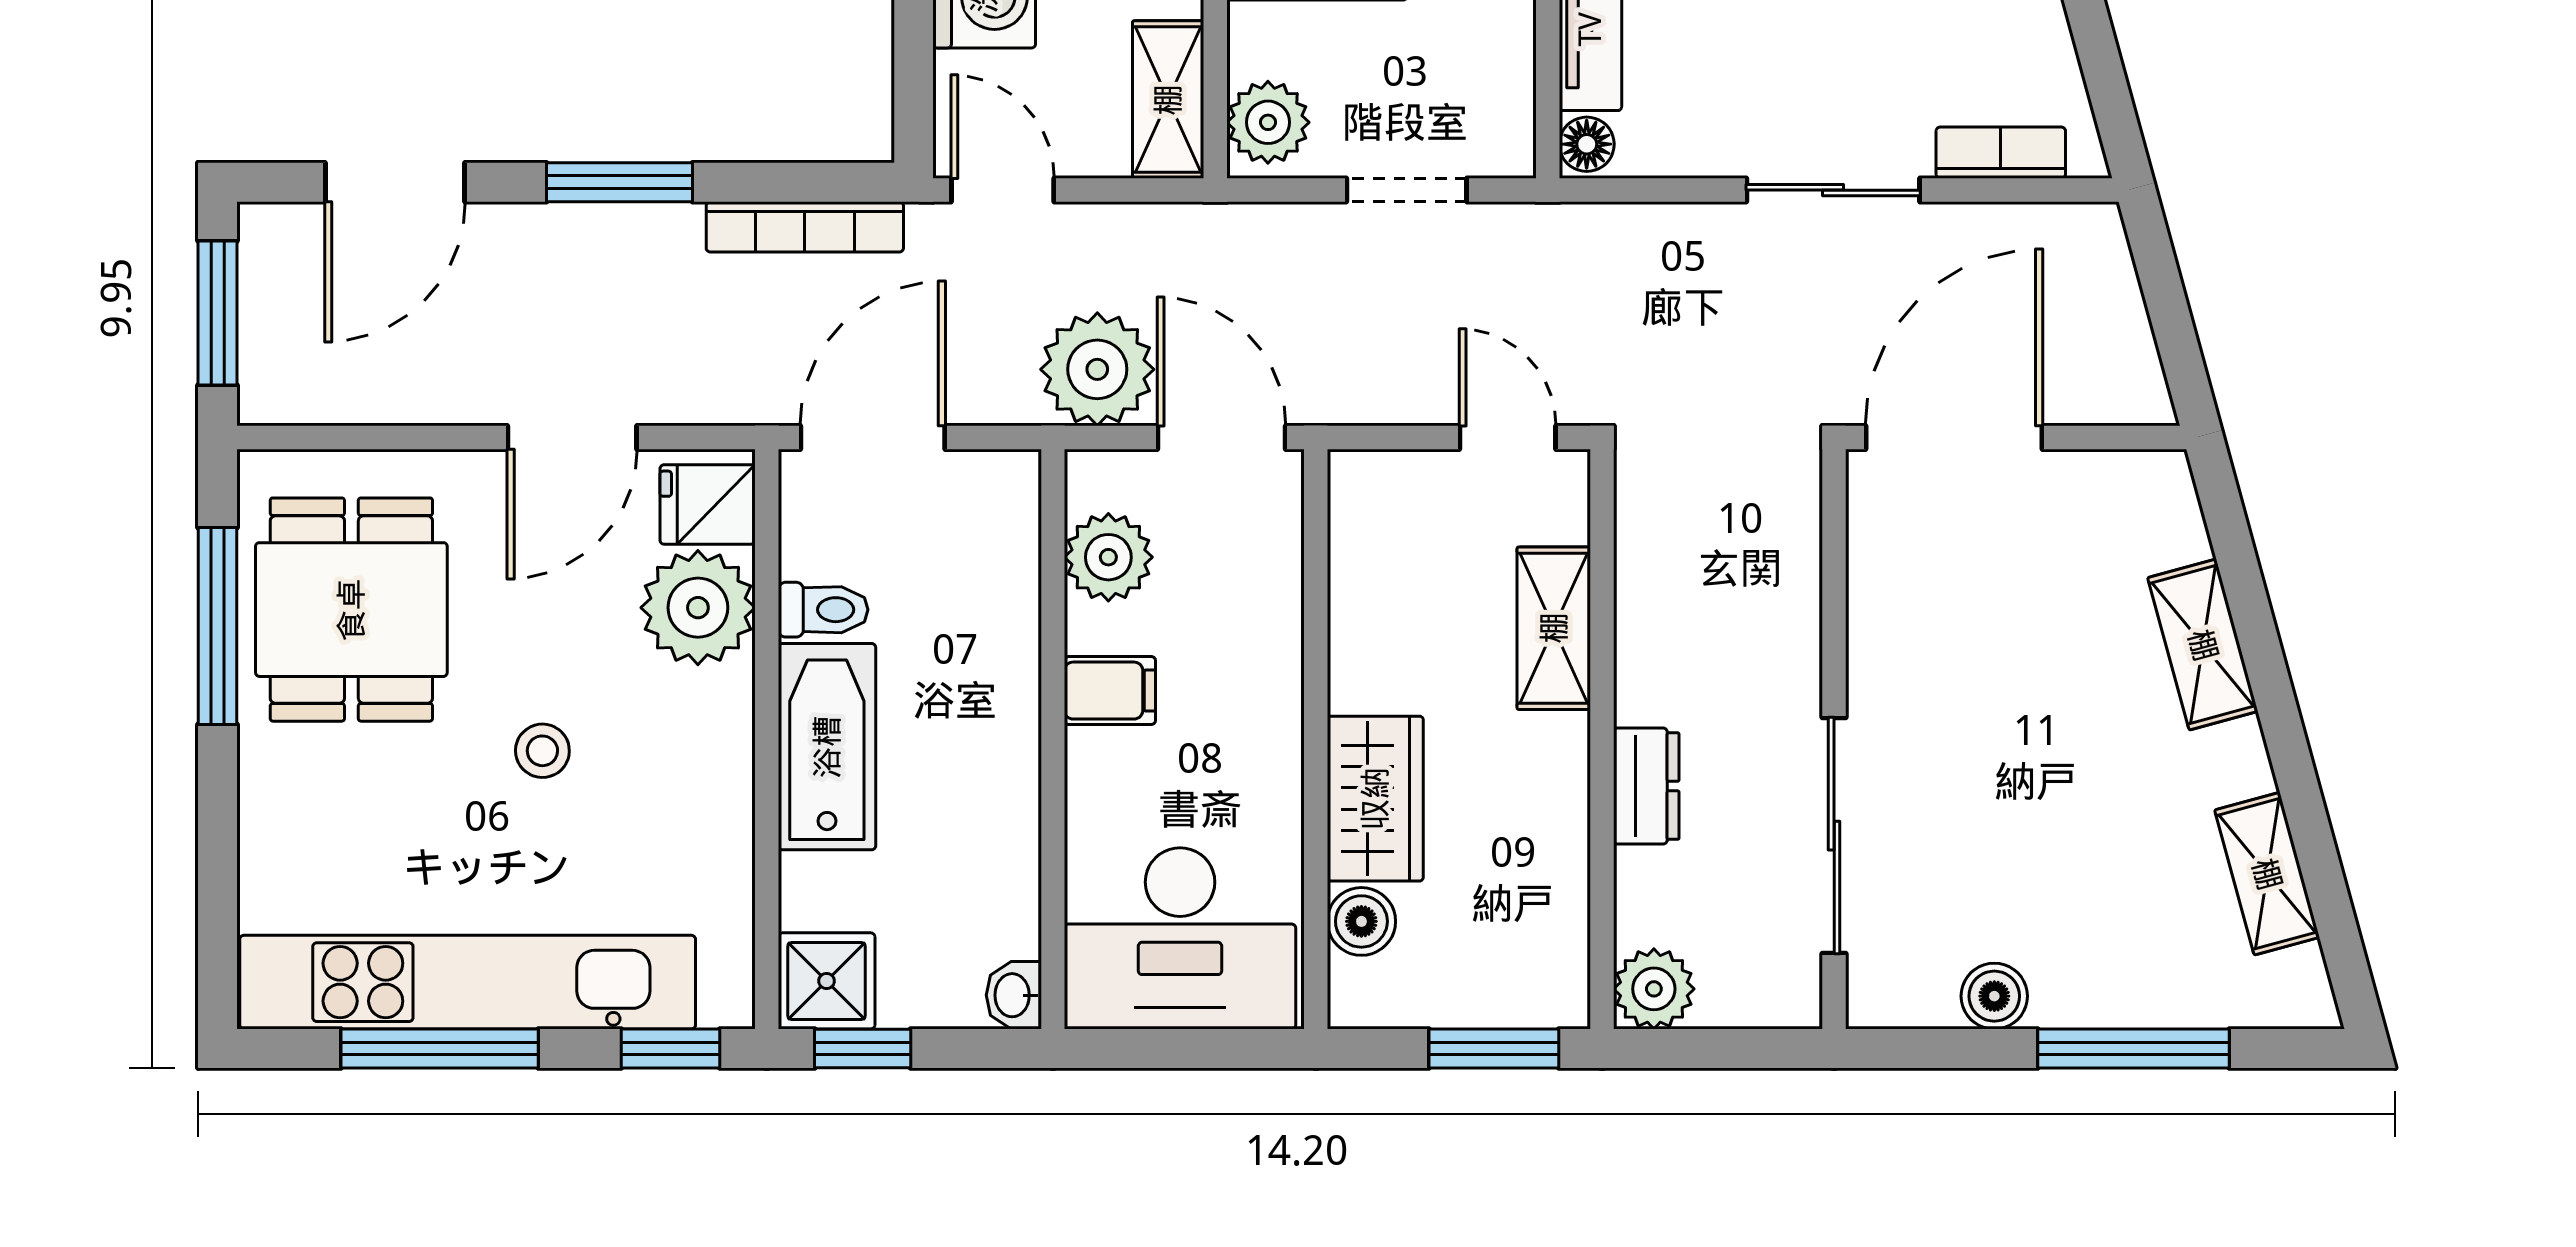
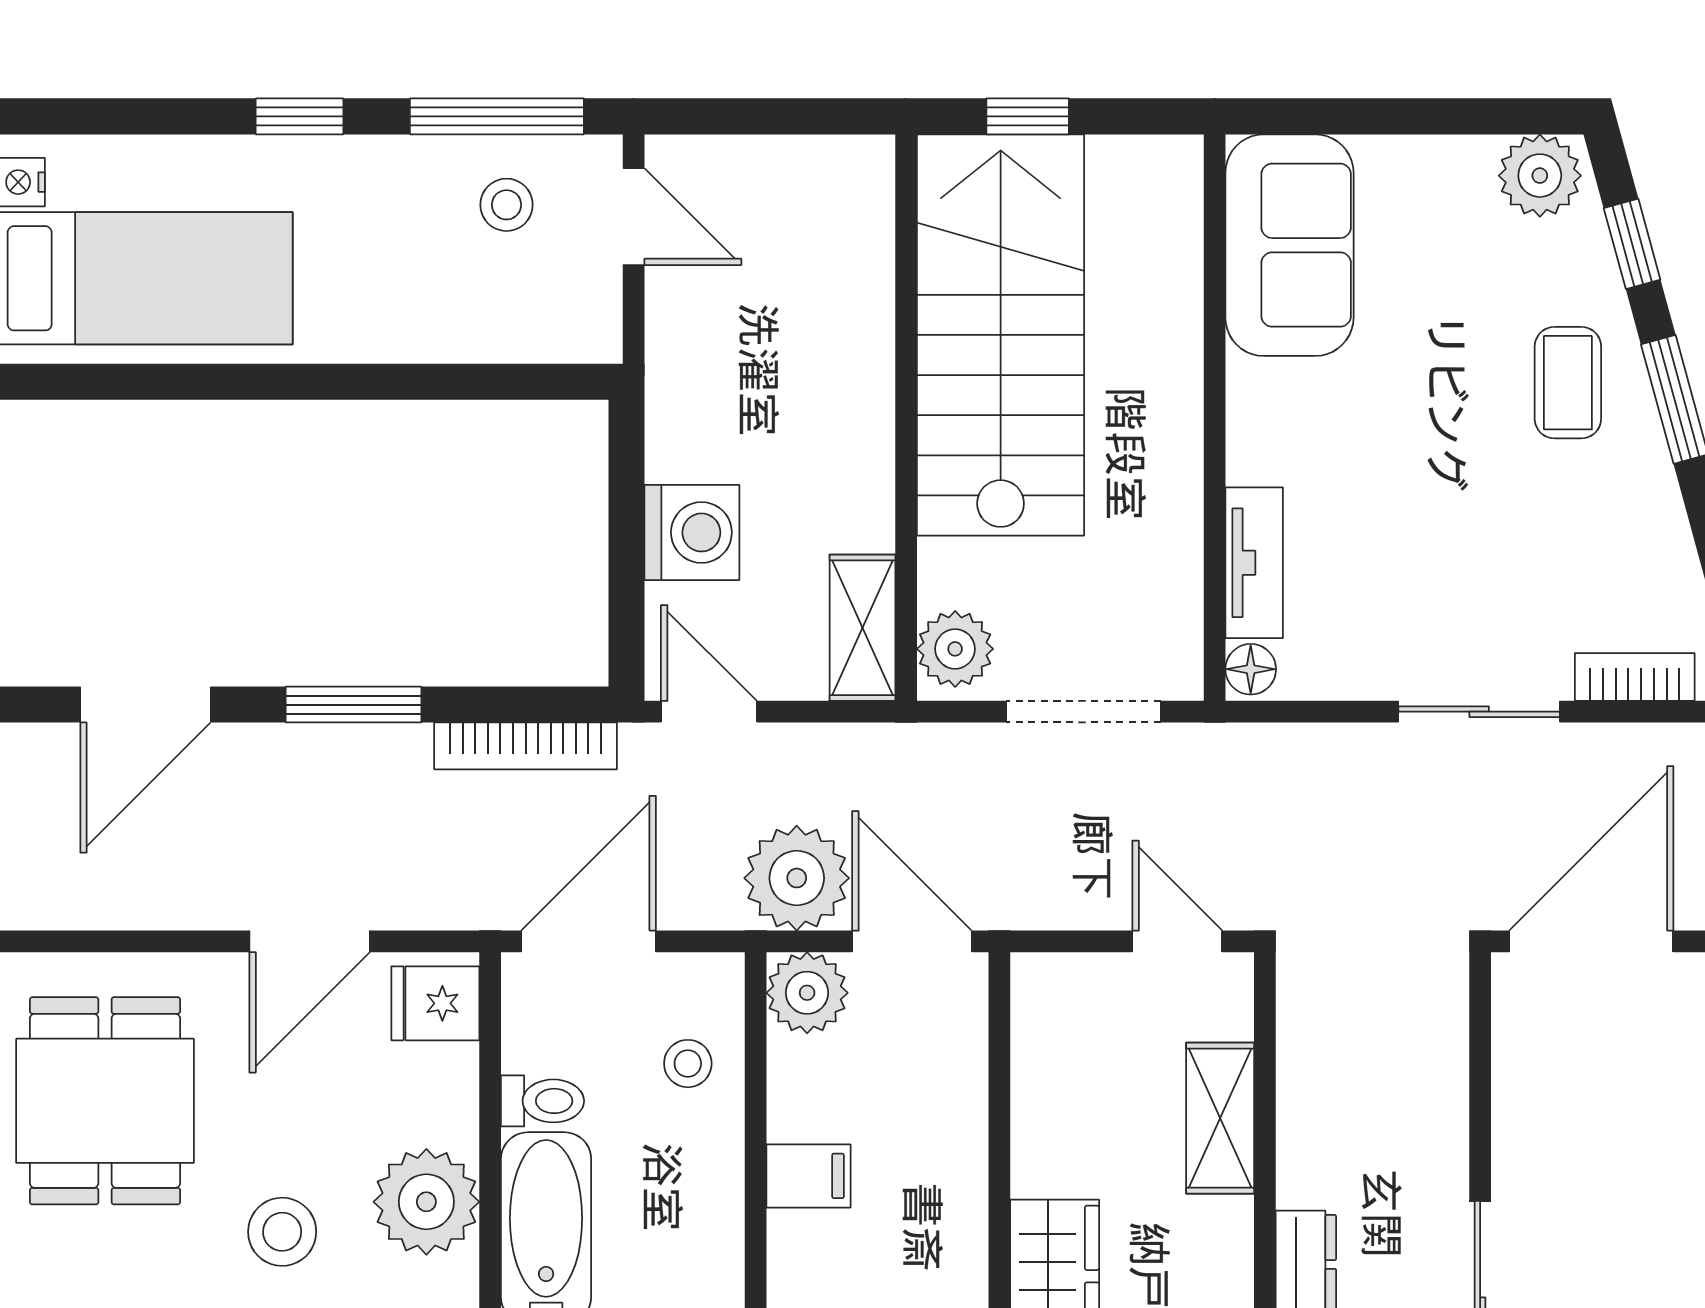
doorway: (1407, 190) -> (1084, 712), width x1.38
plant: (1108, 557) -> (807, 993), moved
stool: (980, 569) -> (688, 1064), added
plant: (698, 608) -> (426, 1202), moved
stool: (542, 751) -> (282, 1232), width x1.37, depth x1.37

